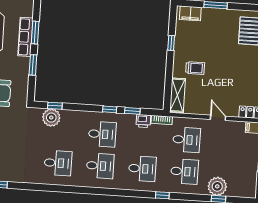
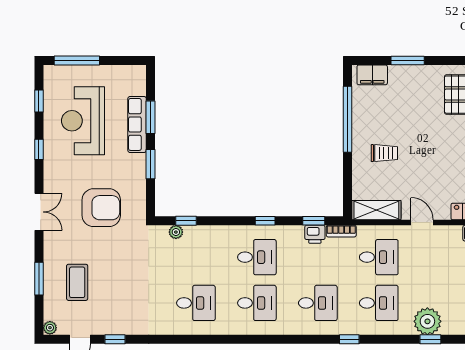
window: (171, 43) -> (347, 119), width x3.17
shelving: (178, 95) -> (376, 210), moved, turned 90
window: (132, 111) -> (314, 221), moved
plant: (51, 118) -> (176, 232), width x0.53, depth x0.53

